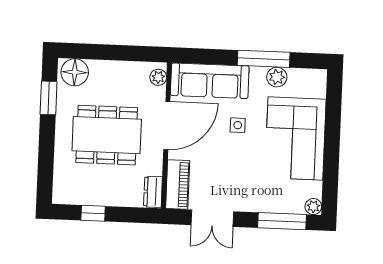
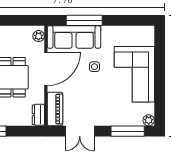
window: (264, 59) -> (84, 20), moved
plant: (277, 77) -> (120, 33), removed

